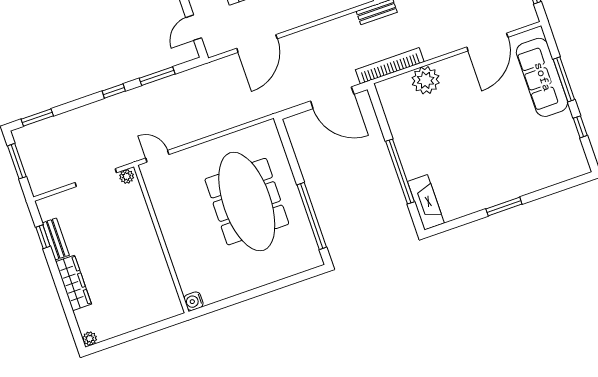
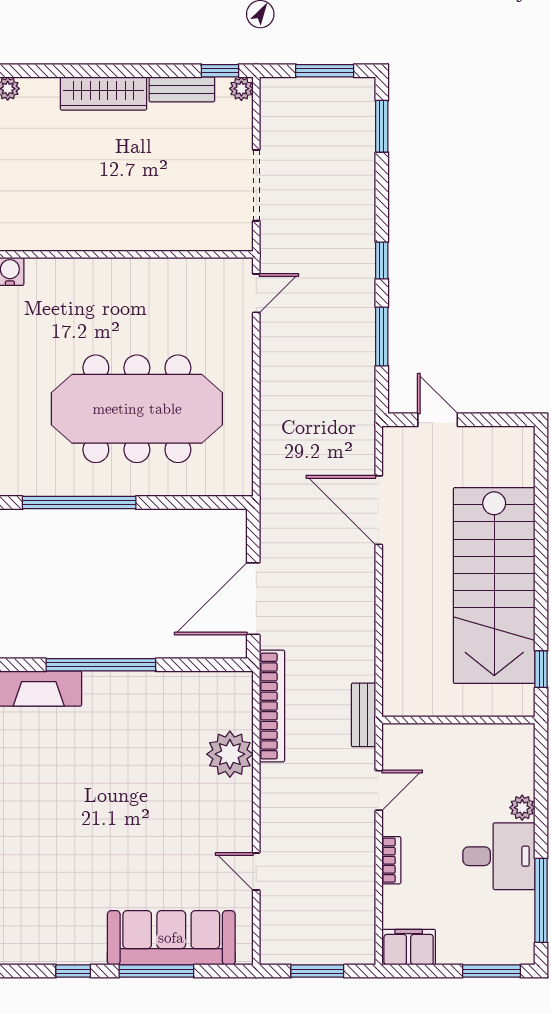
door: (487, 42) -> (256, 871), width x0.53
plant: (127, 176) -> (241, 89), moved
window: (43, 237) -> (220, 71), moved

